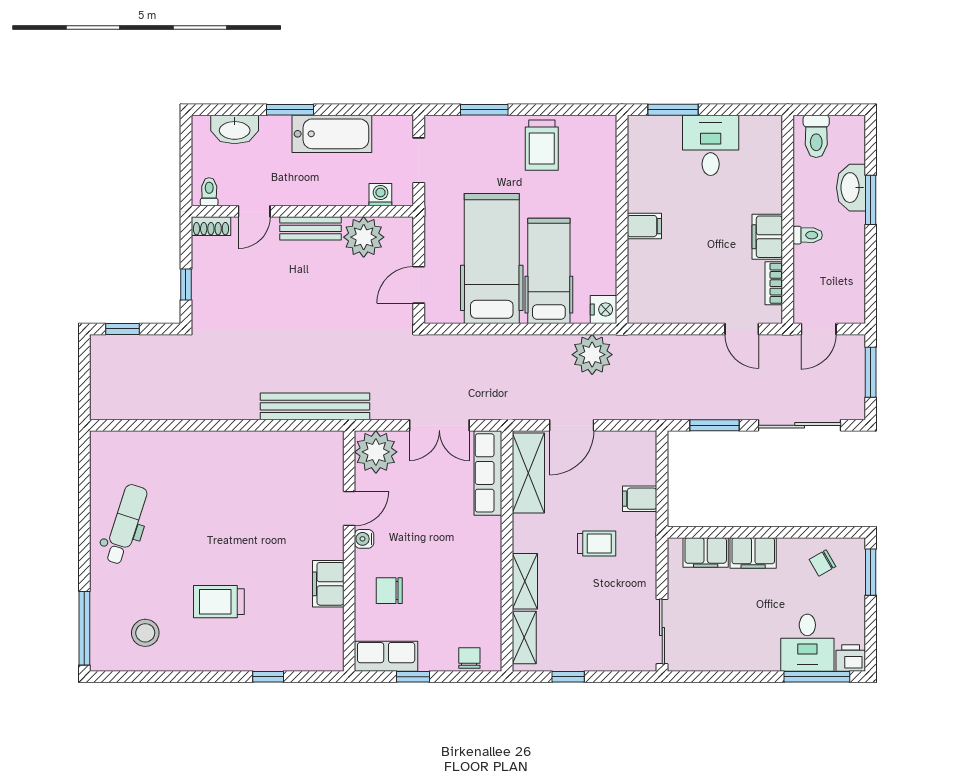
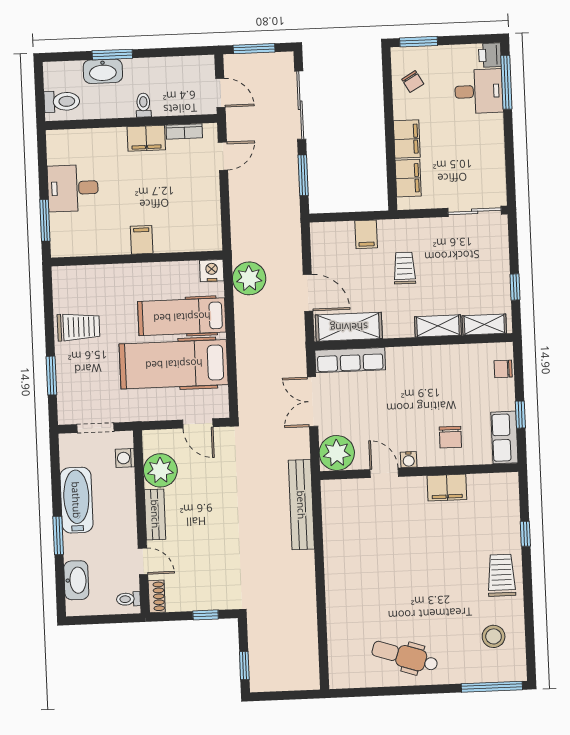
double door: (439, 425) -> (313, 402), swing flipped
trolley: (219, 602) -> (501, 575), moved, turned 180

